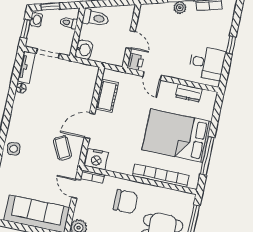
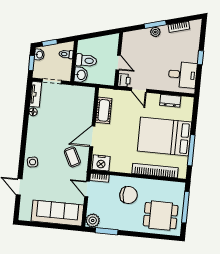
toilet: (95, 18) -> (86, 61), moved

